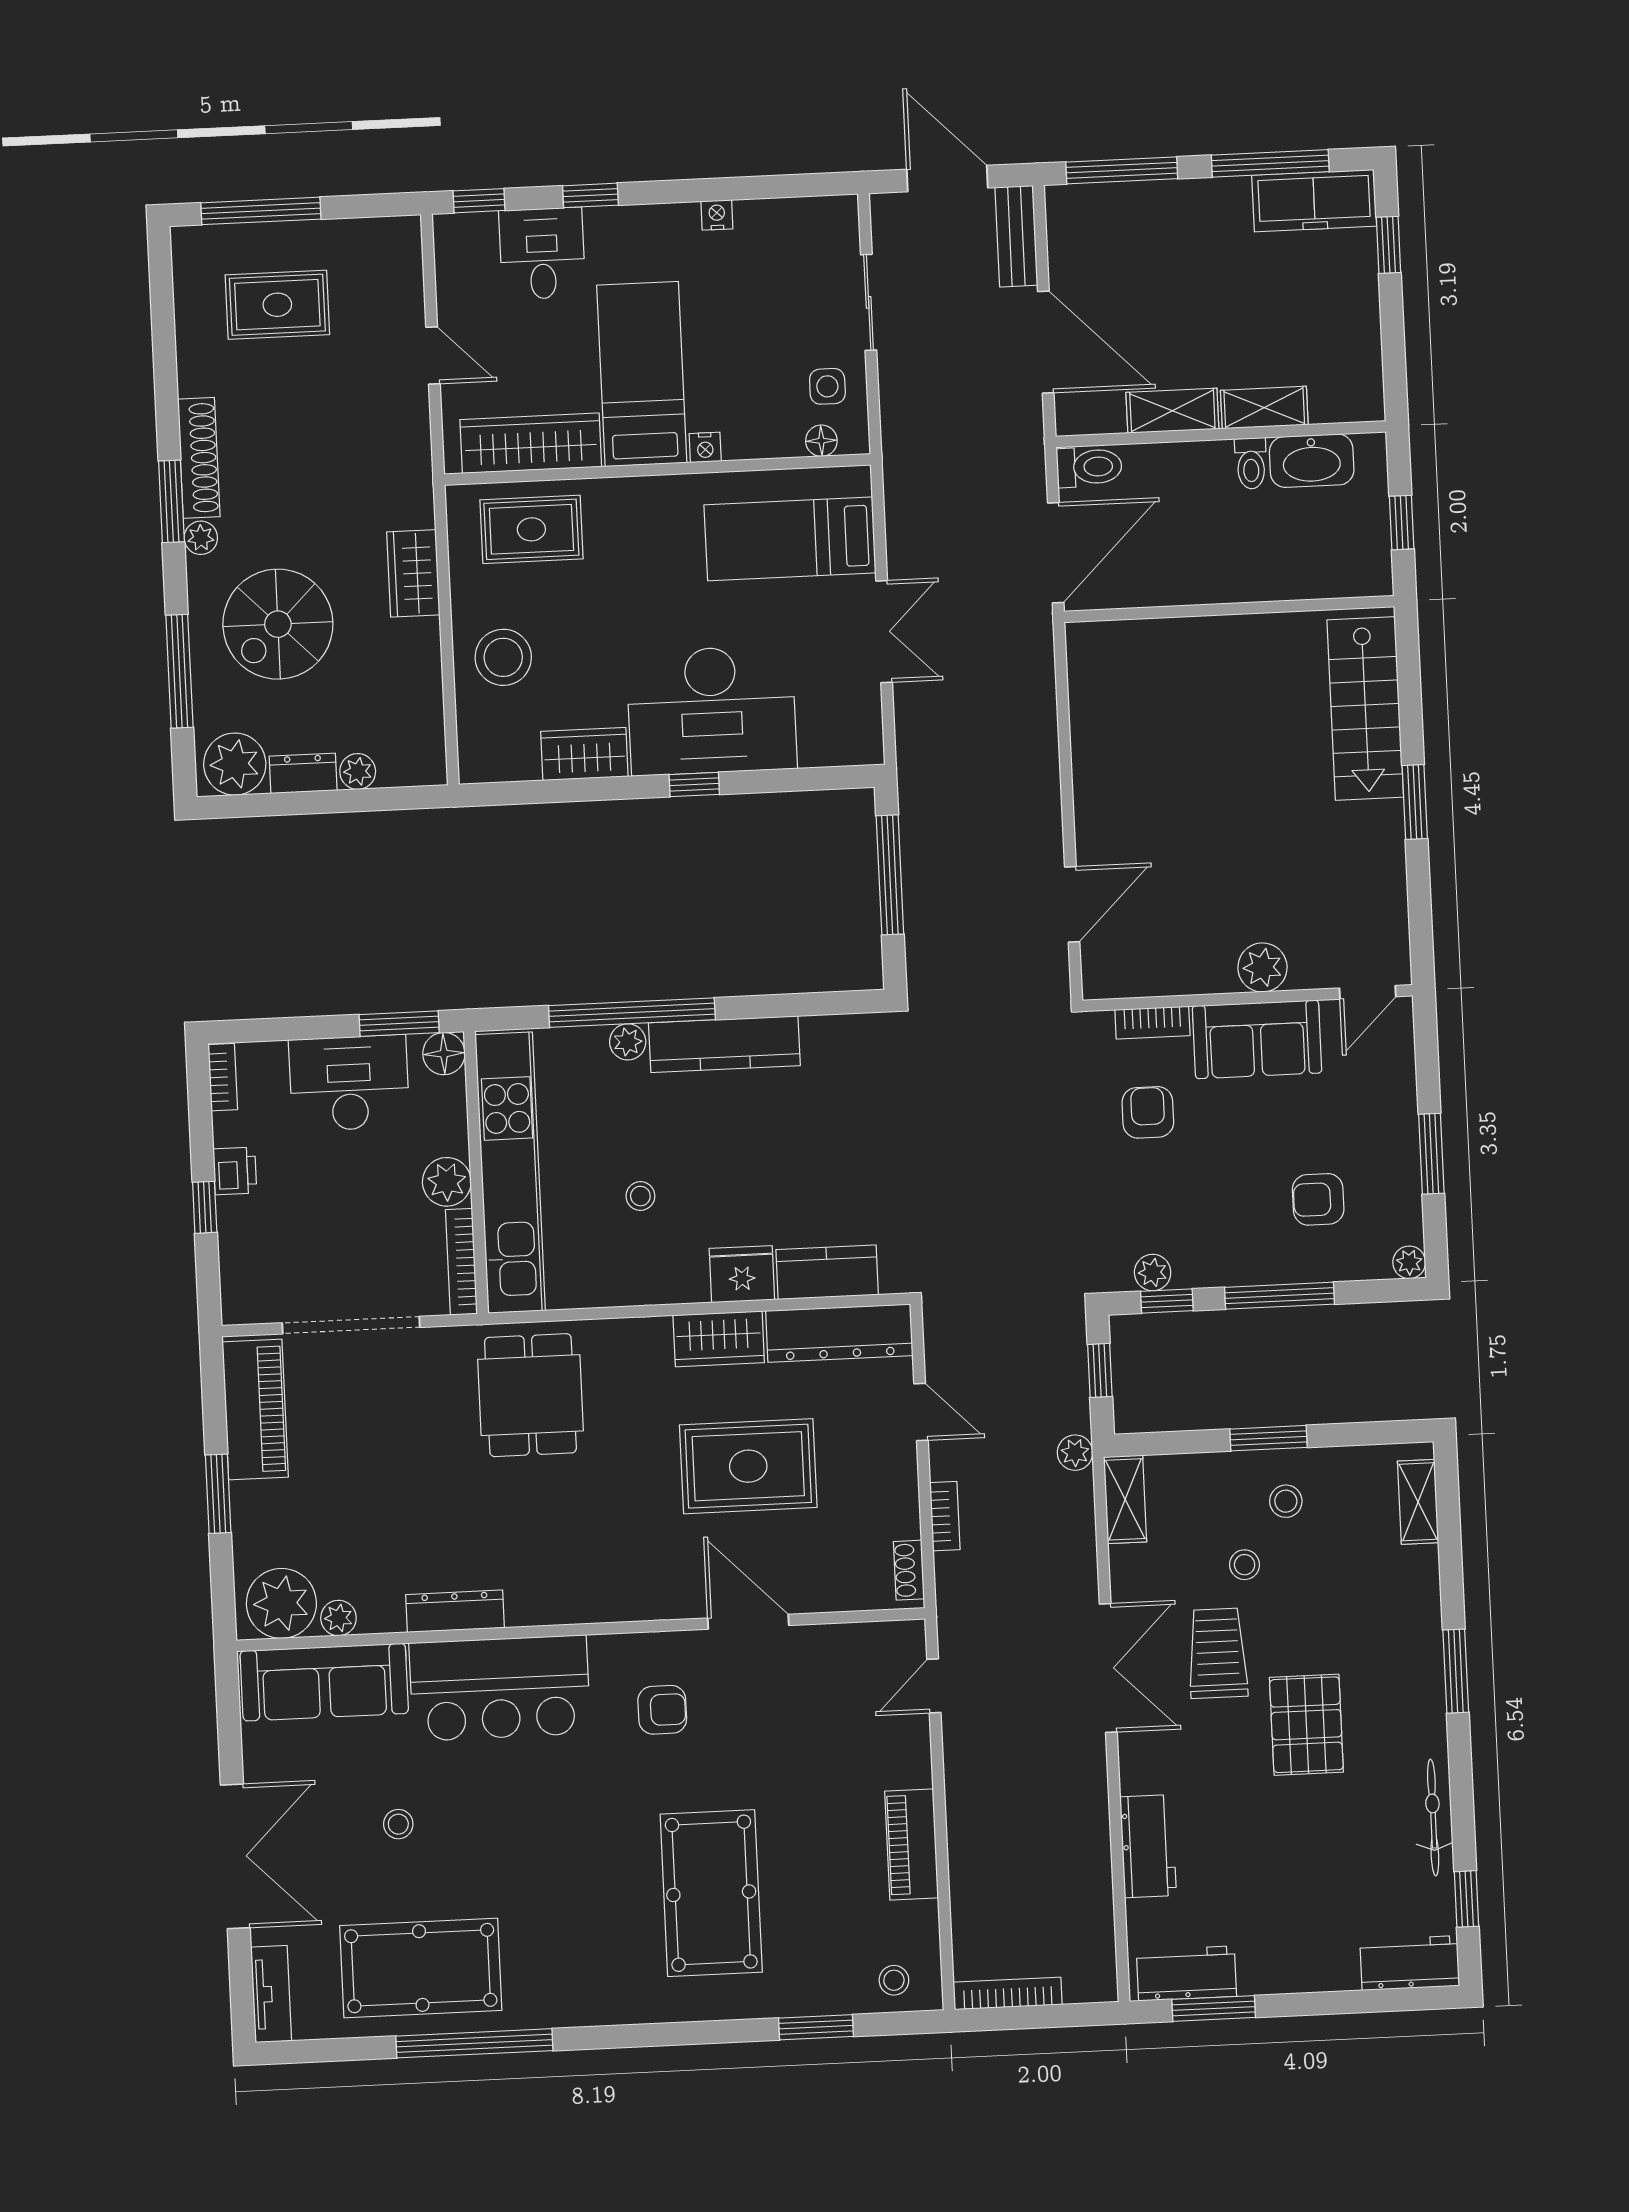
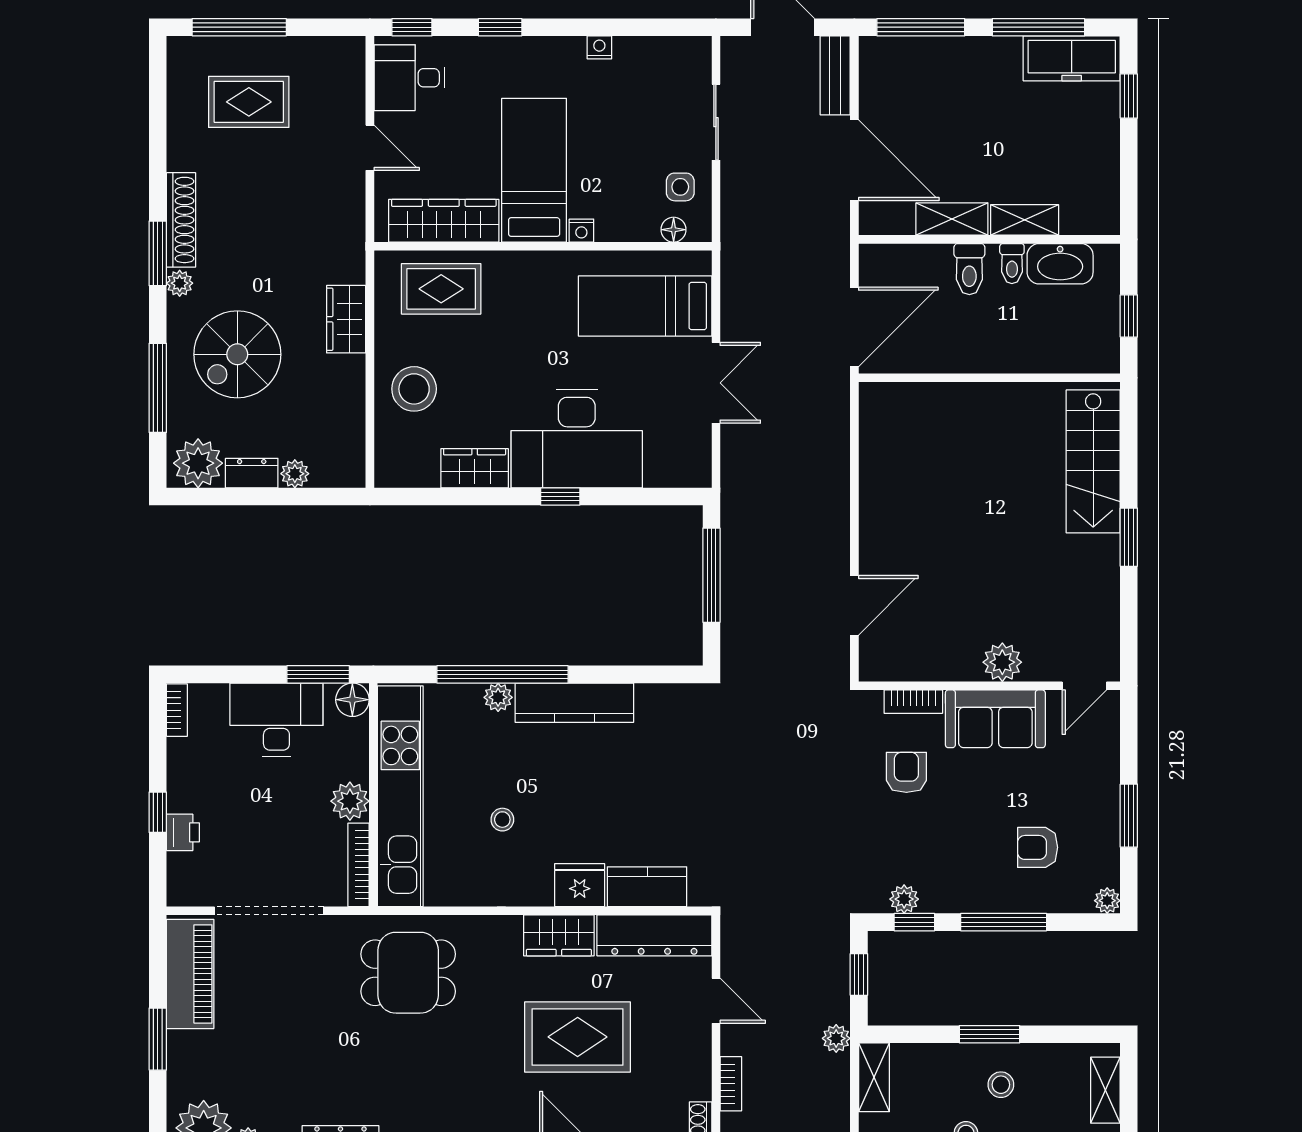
desk: (542, 254) -> (410, 78), moved, turned -90
toilet: (1089, 467) -> (969, 269), moved, turned 90
printer: (235, 1171) -> (183, 832), moved
dining table: (530, 1395) -> (408, 973), turned 90

